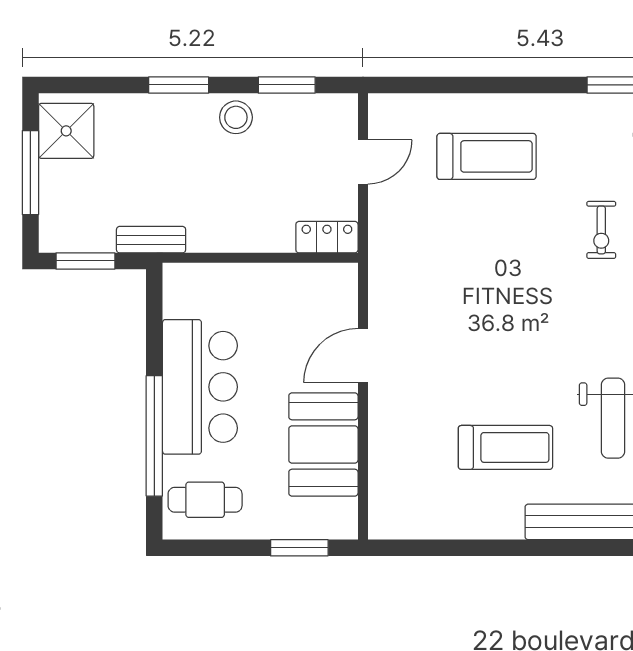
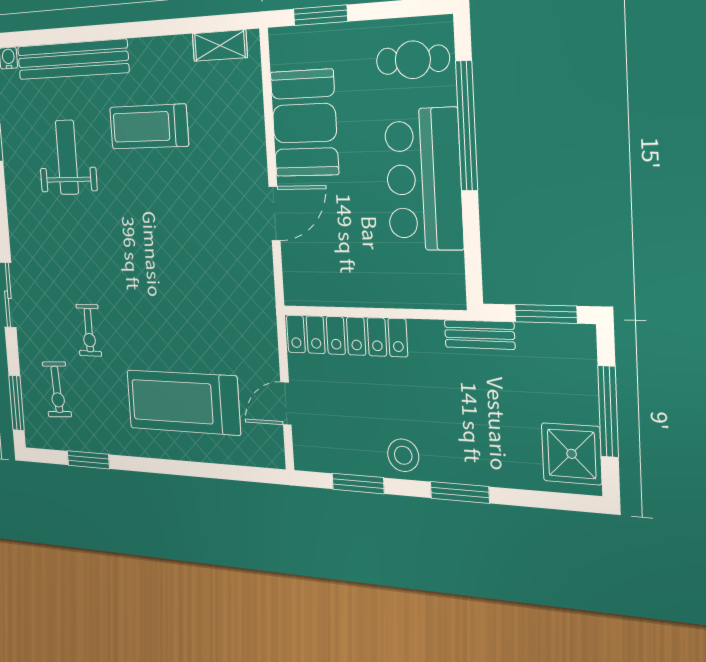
treadmill: (487, 156) -> (183, 402), width x1.37, depth x1.38
exercise bike: (601, 230) -> (89, 330), turned 180
locker: (327, 237) -> (346, 336), width x2.16, depth x1.21
shelving: (414, 526) -> (220, 45), added

